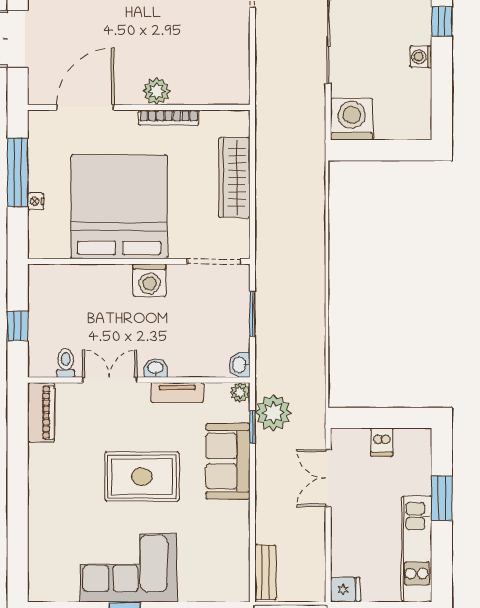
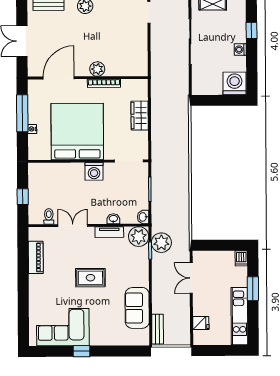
washing machine: (352, 119) -> (235, 83), moved
wardrobe: (234, 178) -> (140, 116), width x0.67
washbasin: (156, 368) -> (113, 219), moved
plant: (240, 392) -> (139, 237), width x1.87, depth x1.87
piano: (41, 412) -> (36, 257), moved
dishwasher: (382, 442) -> (241, 258), moved
sofa: (228, 461) -> (137, 308), moved
rug: (142, 477) -> (90, 278), width x0.73, depth x0.70
corner sofa: (129, 568) -> (63, 327), moved
fridge: (345, 590) -> (201, 323), moved

